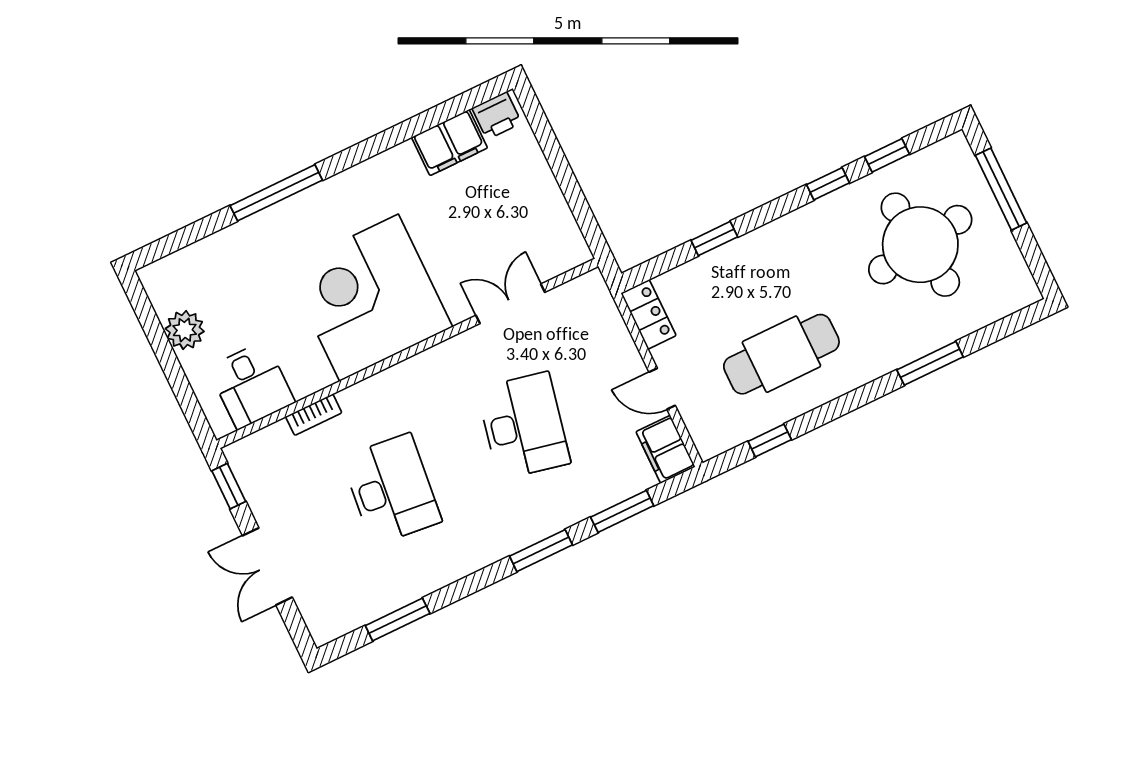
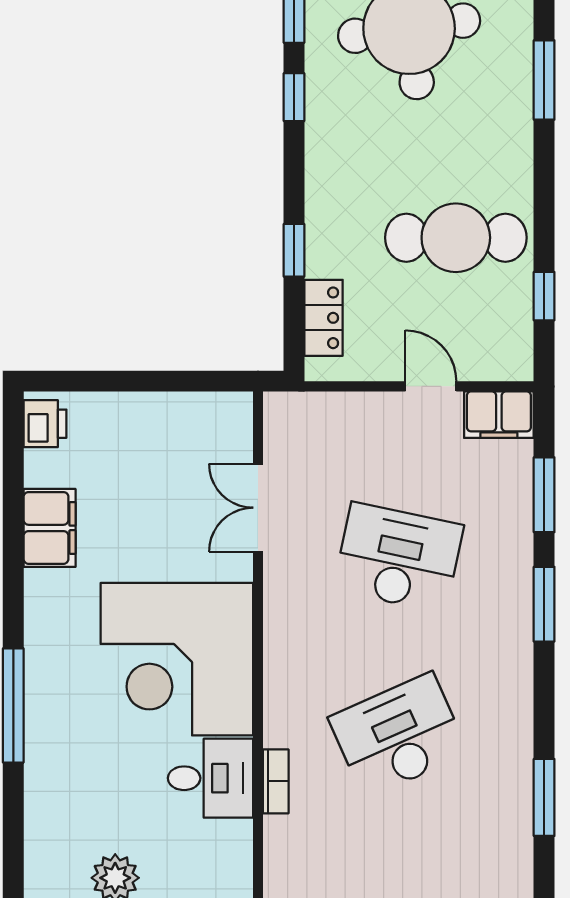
filing cabinet: (449, 143) -> (50, 528), moved
locker: (648, 314) -> (323, 318), moved, turned 90
cafe table: (781, 354) -> (456, 238), turned 90
desk: (251, 385) -> (210, 778), moved
door: (662, 389) -> (431, 386), swing flipped
desk: (392, 489) -> (398, 735), turned -30

